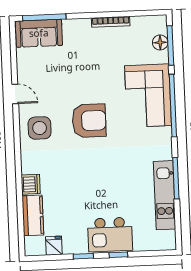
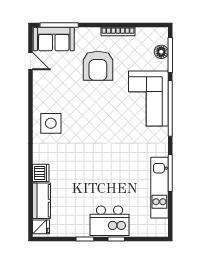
door: (15, 94) -> (30, 61), moved
armchair: (89, 121) -> (98, 66), moved, turned 90
fridge: (54, 246) -> (41, 227), moved, turned 90

